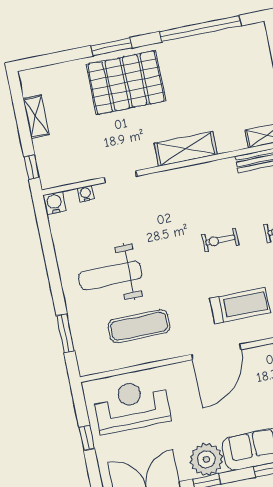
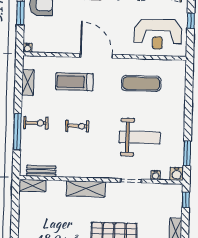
weight bench: (110, 275) -> (140, 137), moved
window: (65, 333) -> (187, 153), moved
door: (216, 352) -> (96, 56), hinge flipped

